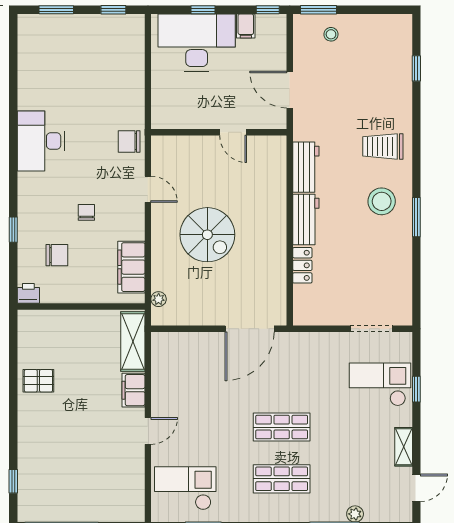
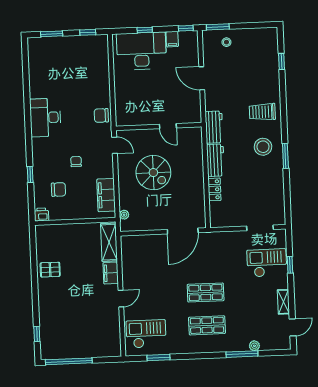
wall: (219, 132) -> (159, 127), moved
door: (233, 132) -> (168, 126), moved

